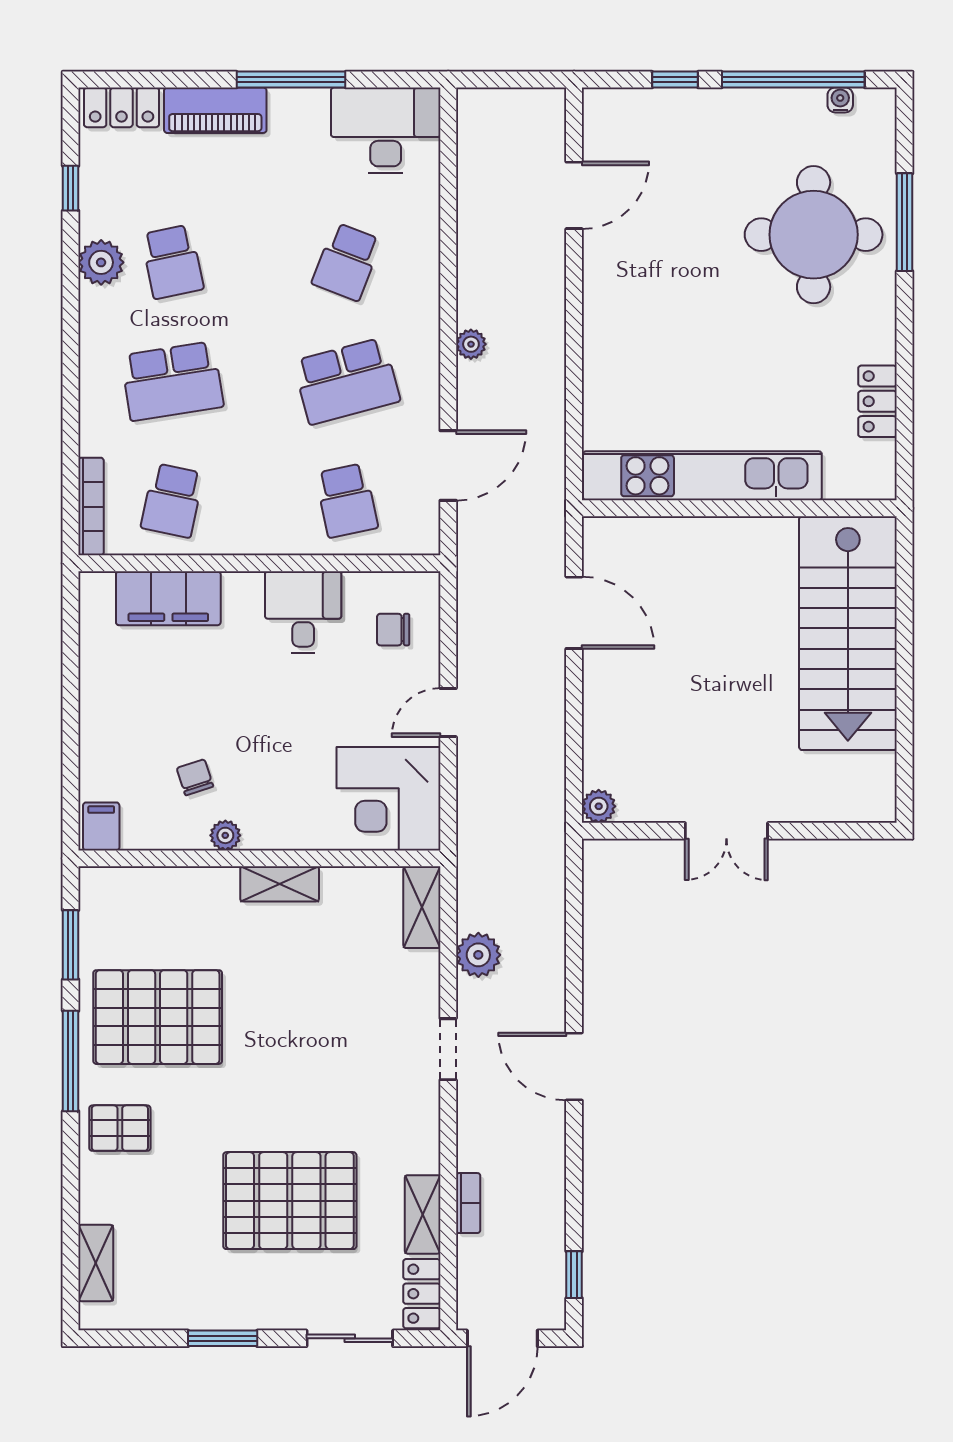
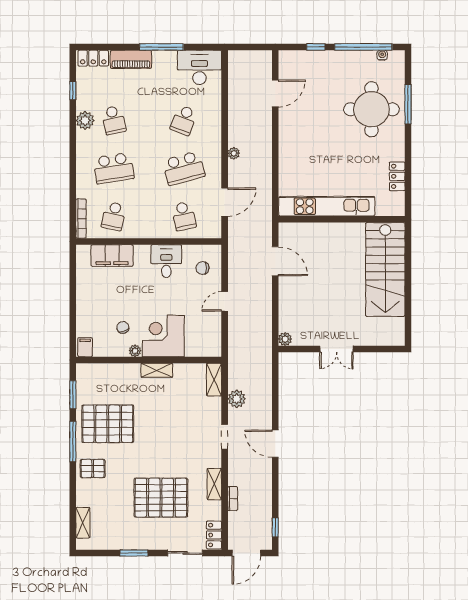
corner desk: (389, 799) -> (163, 336), moved, turned 90
shelving: (423, 1214) -> (214, 484), moved

